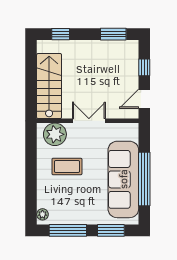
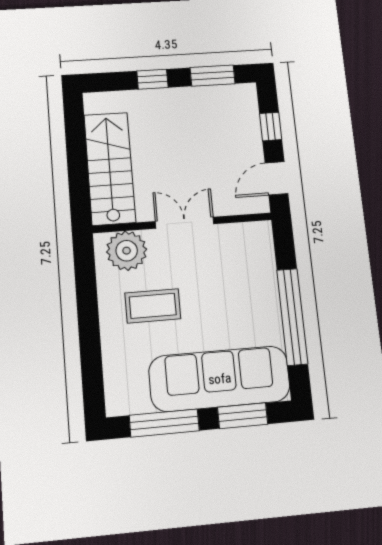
window: (61, 34) -> (152, 79), moved
sofa: (123, 179) -> (220, 379), moved, turned 90
plant: (42, 214) -> (115, 397), removed

